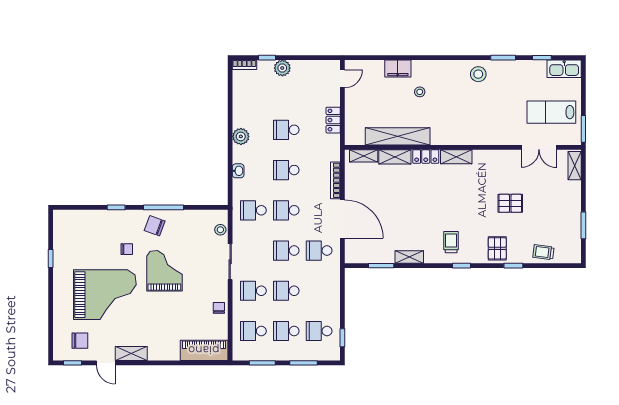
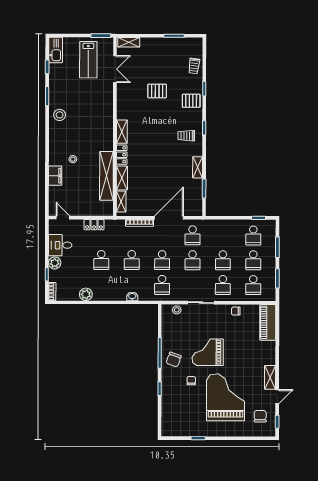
desk: (306, 75) -> (60, 245), added
plant: (241, 136) -> (86, 294), moved
pallet: (510, 203) -> (157, 91), turned 90

